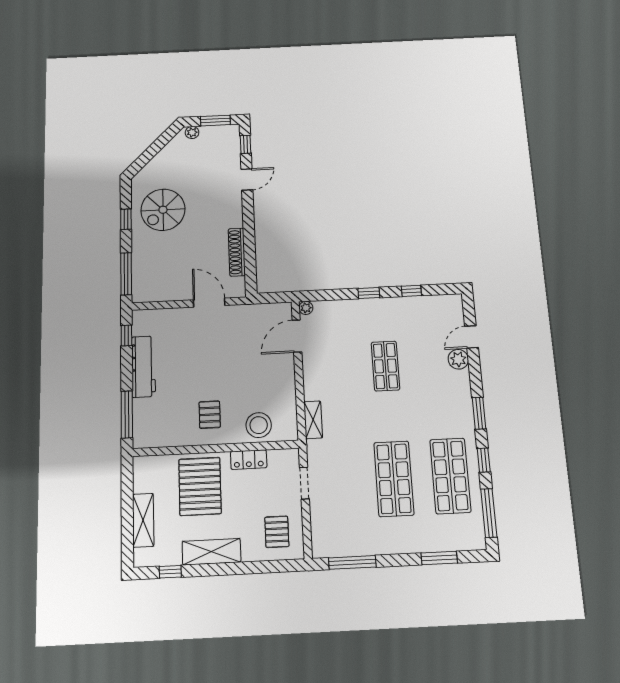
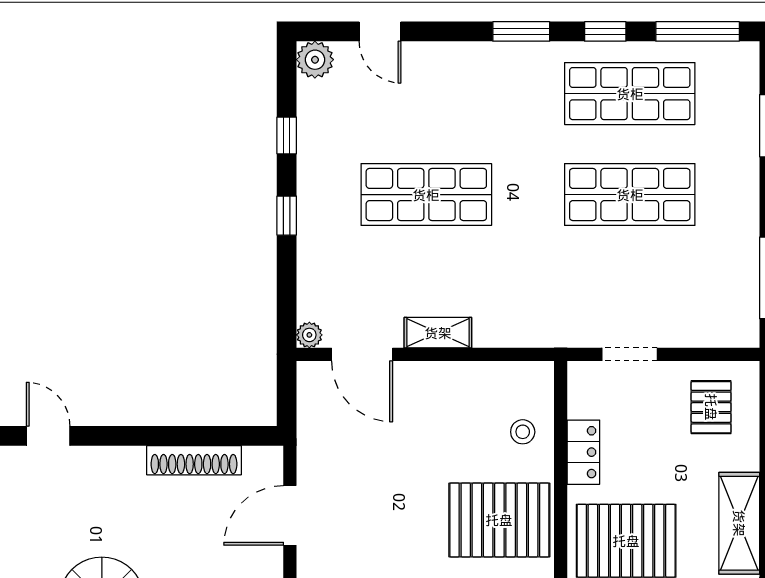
plant: (458, 359) -> (315, 60), moved
shop shelf: (385, 366) -> (426, 195), width x1.43, depth x1.36
pallet: (210, 415) -> (499, 520), width x2.05, depth x2.00
shelving: (313, 420) -> (438, 333), moved
stool: (259, 425) -> (523, 432), width x0.53, depth x0.53
pallet: (277, 532) -> (711, 407), turned 90

